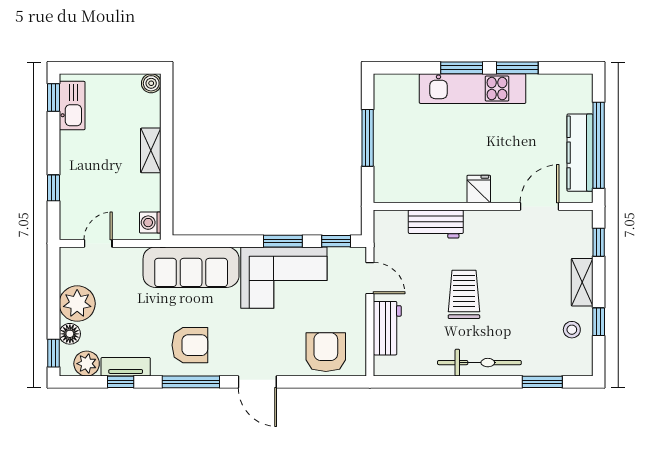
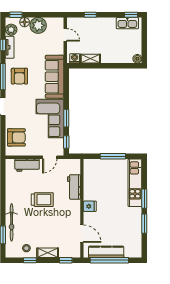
kitchen unit: (473, 89) -> (135, 183), moved
shelving: (151, 150) -> (90, 59), moved
bicycle: (479, 363) -> (12, 222), moved

